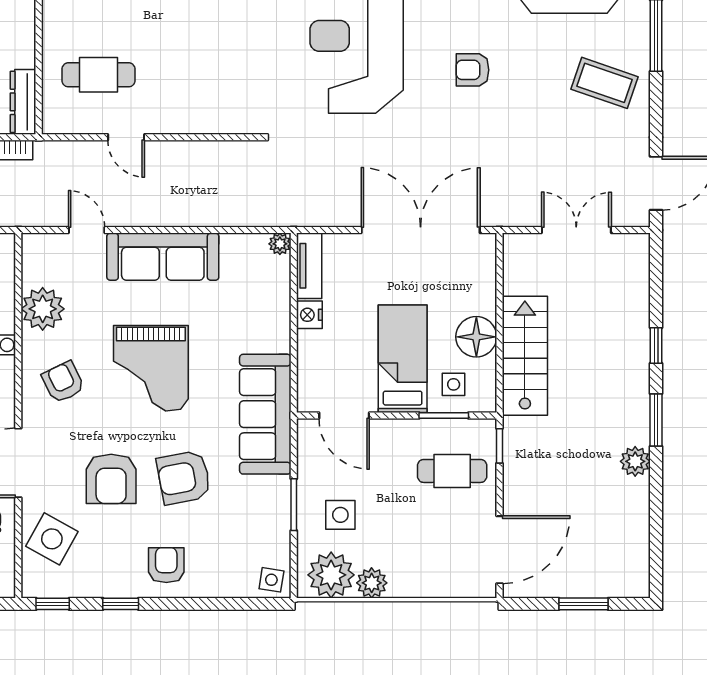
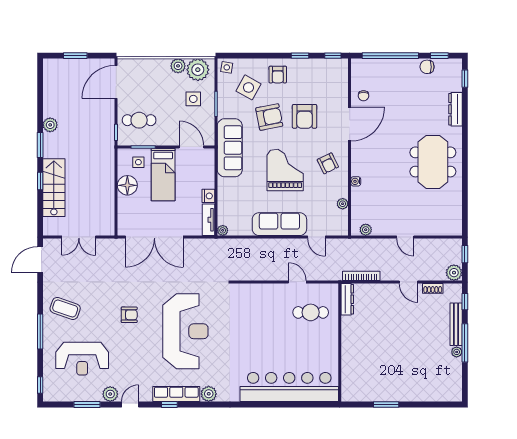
plant: (43, 309) -> (343, 204), width x0.53, depth x0.53
stairs: (525, 356) -> (54, 188), moved, turned 180
armchair: (111, 479) -> (305, 116), turned 180
side table: (52, 539) -> (248, 87), moved

